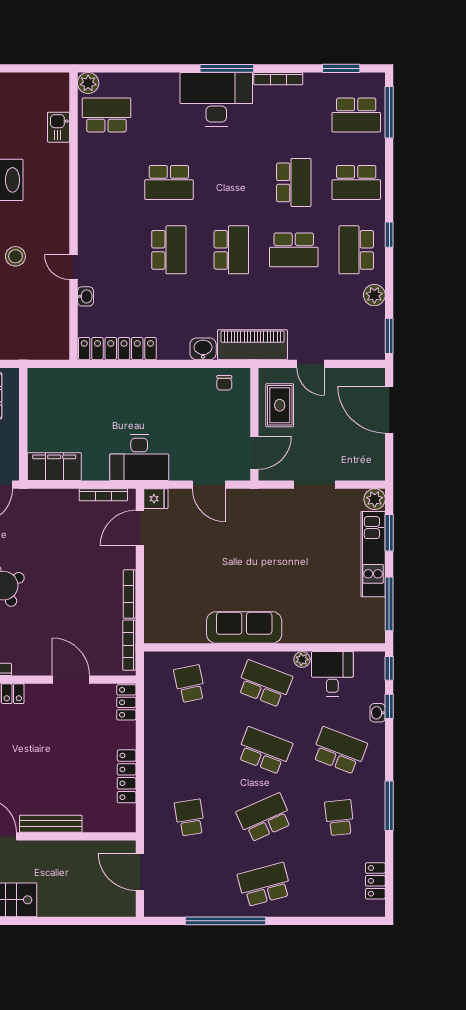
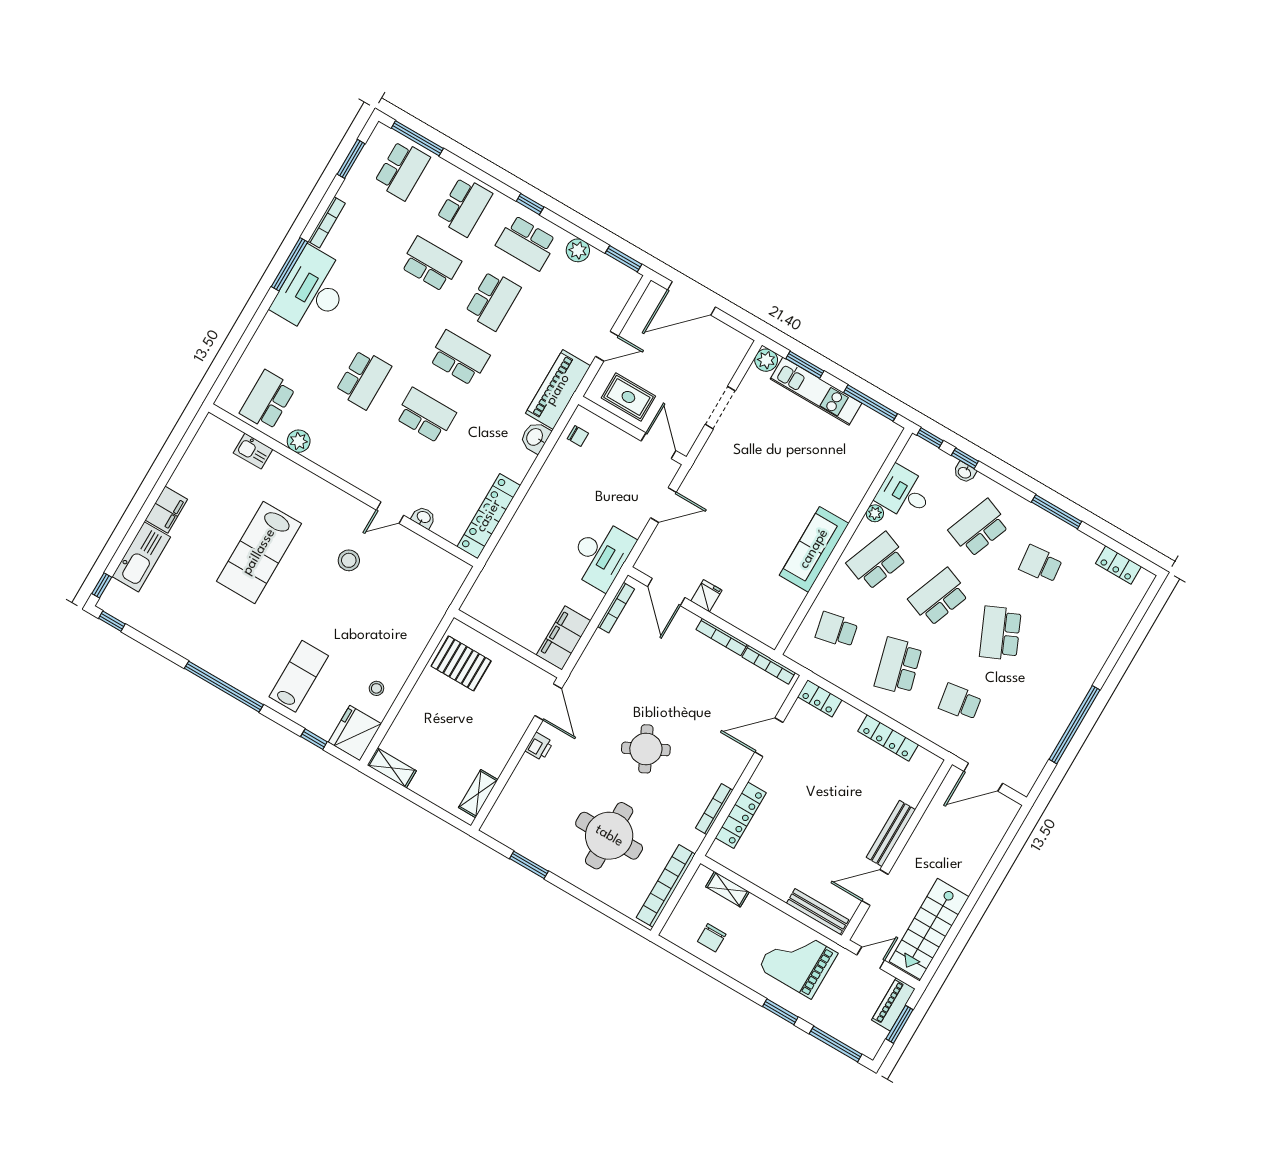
plant: (88, 83) -> (299, 441), moved
fridge: (156, 499) -> (706, 596), moved
school desk: (265, 885) -> (898, 666), moved

